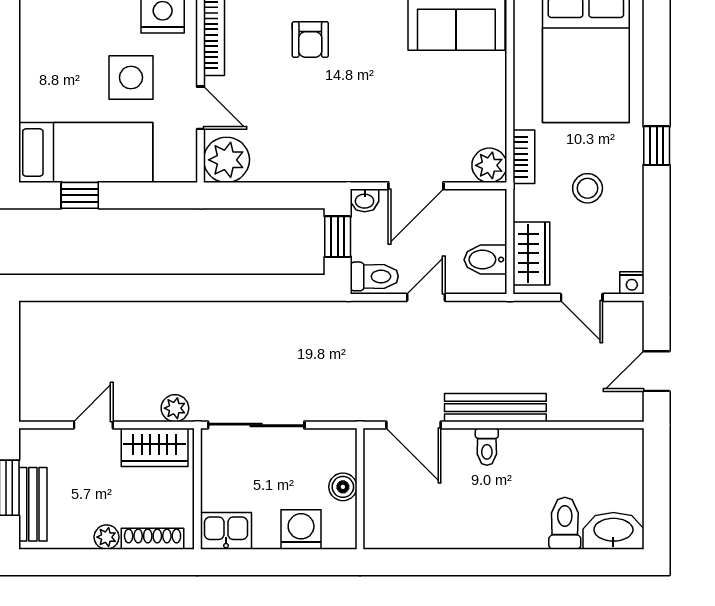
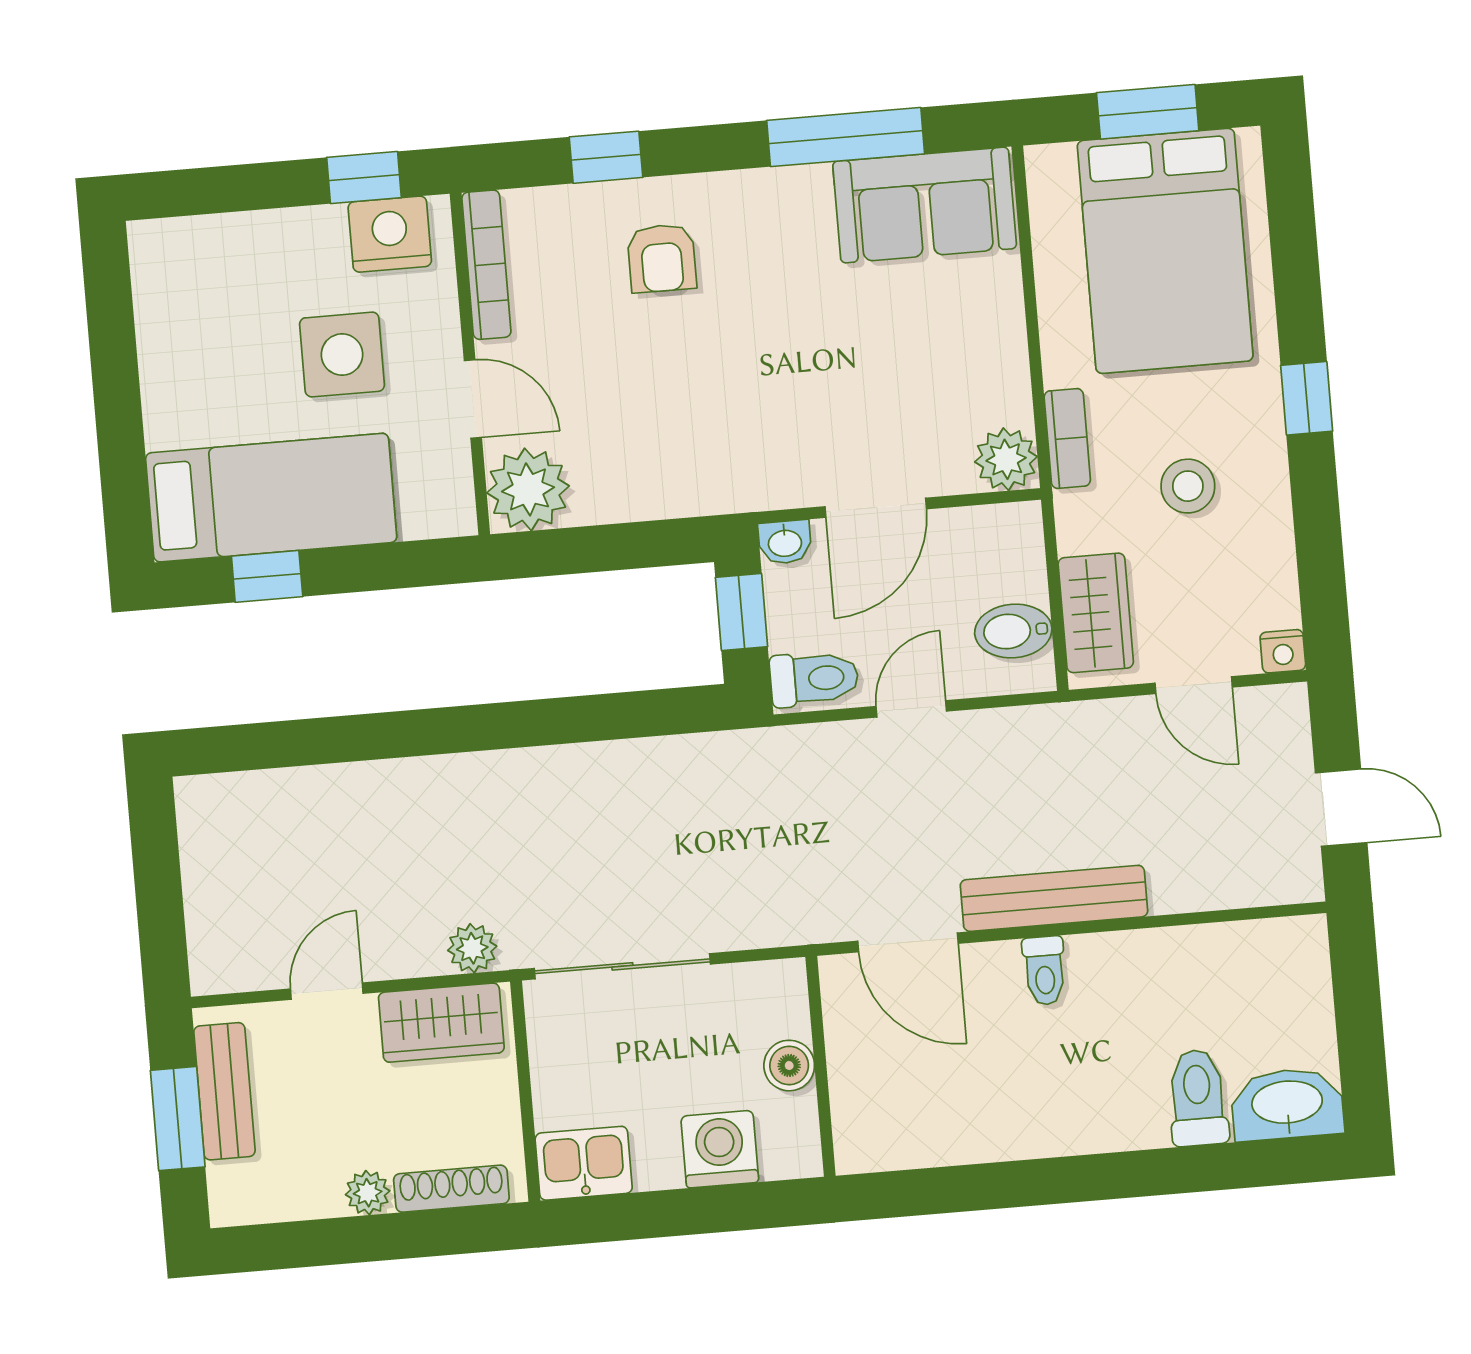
door: (657, 371) -> (1341, 808), swing flipped
bench: (33, 504) -> (224, 1091), moved

